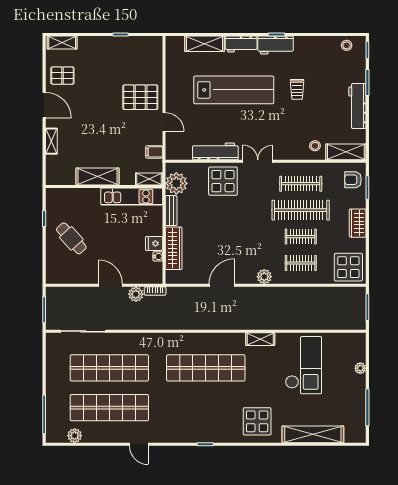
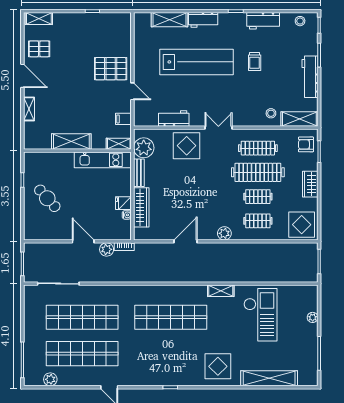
workbench: (276, 45) -> (263, 21), moved
workbench: (215, 151) -> (174, 118), width x0.73

